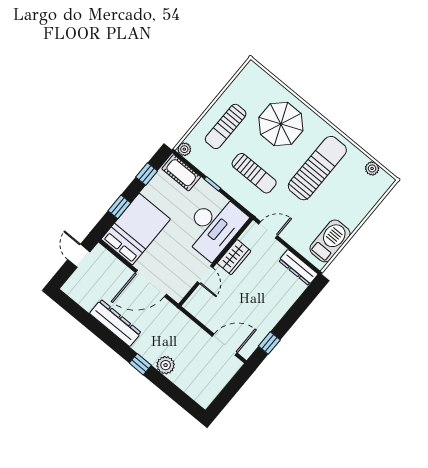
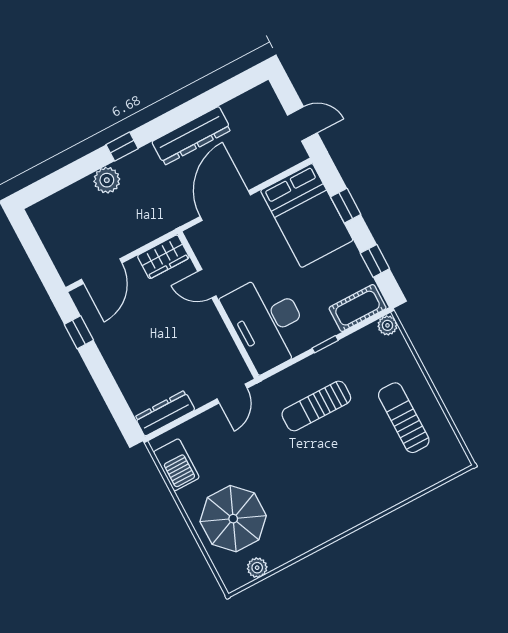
parasol: (281, 124) -> (233, 519), moved
sun lounger: (226, 126) -> (404, 418), moved
sun lounger: (317, 168) -> (288, 494), removed
barbecue: (330, 241) -> (176, 465), width x0.73, depth x0.83
wardrobe: (234, 257) -> (163, 257), moved, turned -90

